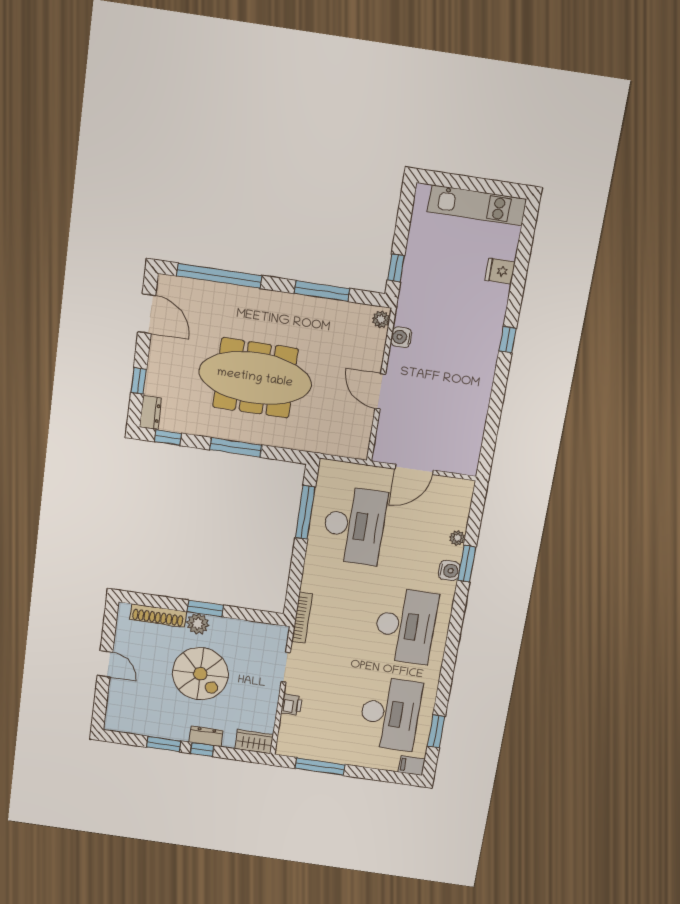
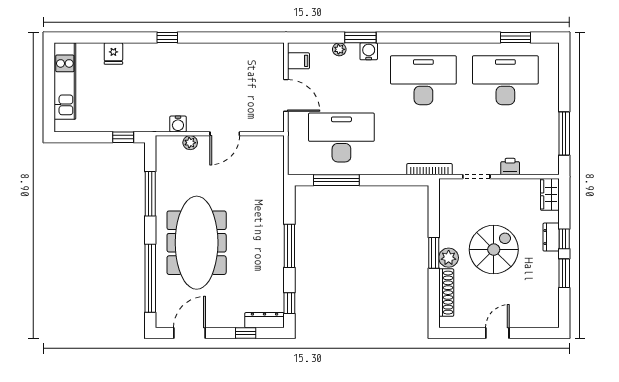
plant: (381, 319) -> (190, 143), moved
meeting table: (255, 378) -> (197, 243), moved
dresser: (150, 413) -> (265, 320), width x1.44
filing cabinet: (412, 766) -> (299, 61), moved, turned -90

